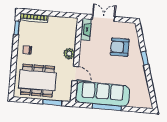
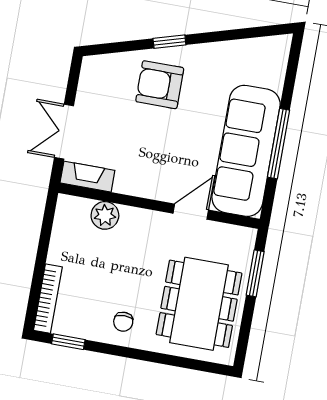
armchair: (120, 47) -> (160, 85), moved, turned 90
plant: (69, 54) -> (105, 215), moved

